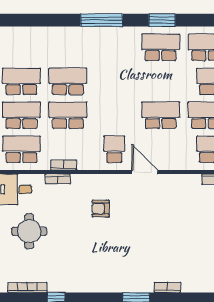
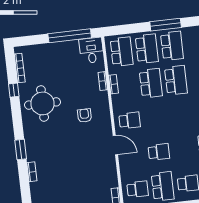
school desk: (161, 115) -> (159, 152), width x0.54
door: (145, 172) -> (115, 145), hinge flipped
round table: (29, 231) -> (43, 103), moved, width x1.36, depth x1.36

